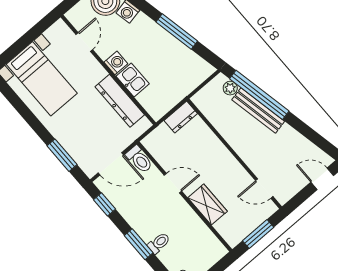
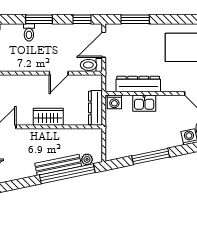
washing machine: (116, 63) -> (114, 102), moved
dresser: (181, 117) -> (95, 108), width x1.44
wardrobe: (208, 205) -> (48, 117), moved, turned 180

